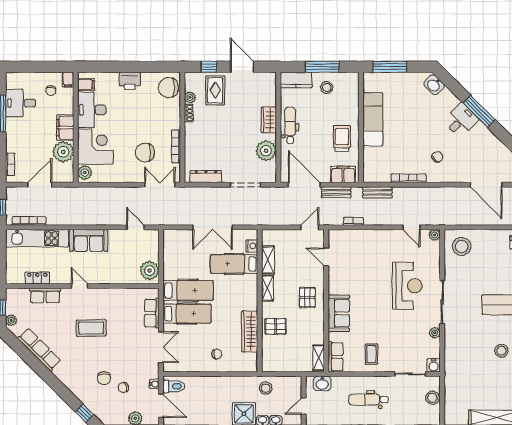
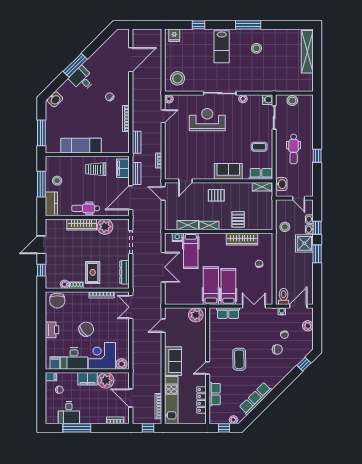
rug: (215, 90) -> (93, 272), moved, turned 90
wardrobe: (269, 120) -> (82, 225), width x1.50
chair: (145, 153) -> (86, 329), moved, turned -127
locker: (37, 278) -> (201, 400), width x1.53

